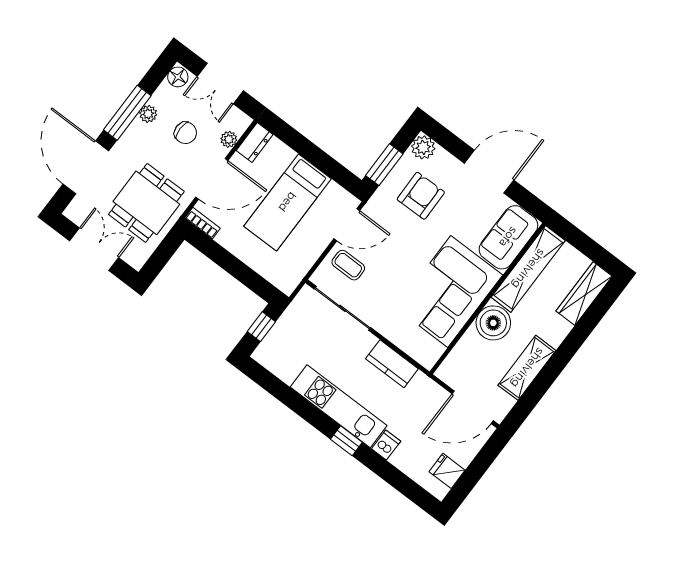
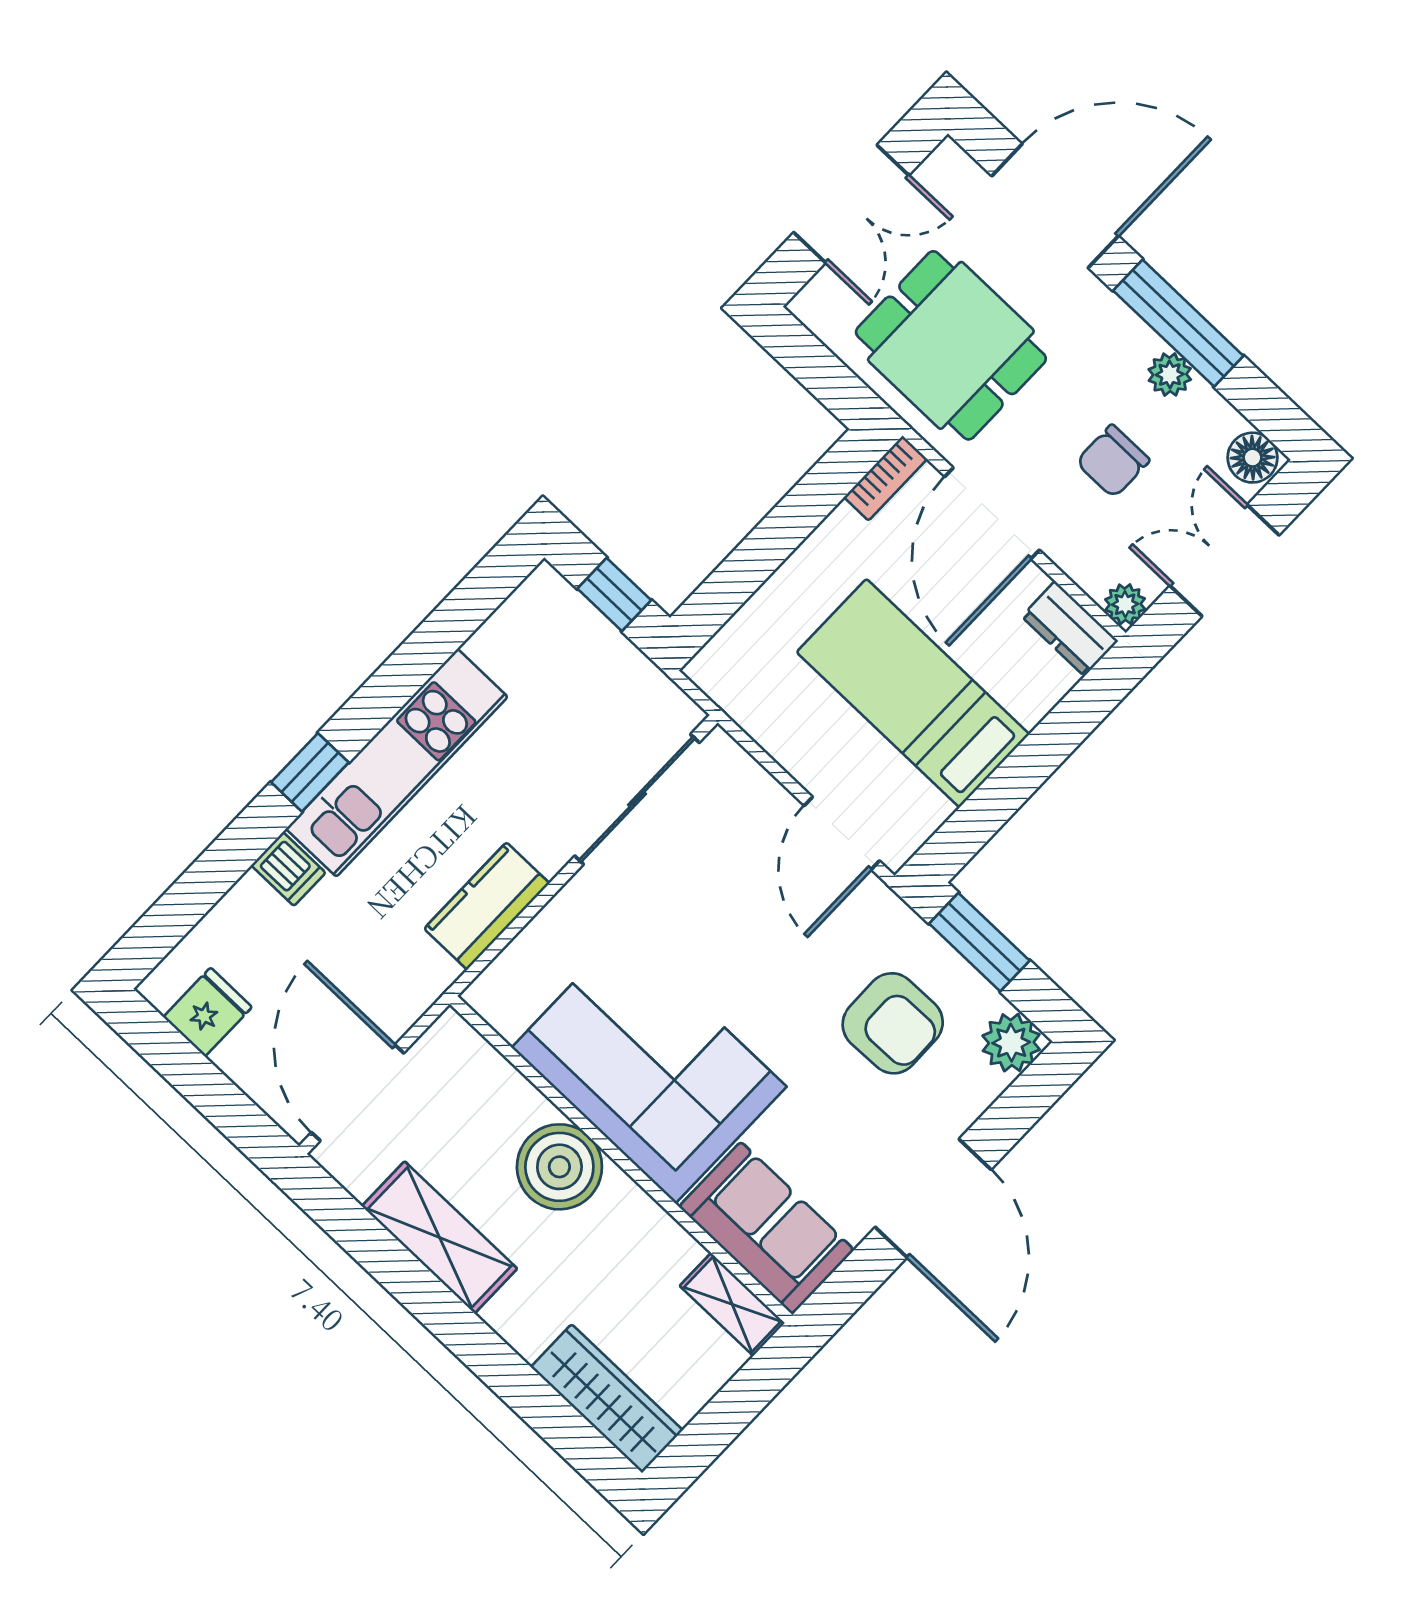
plant: (229, 139) -> (1125, 604), moved
coffee table: (348, 265) -> (742, 826), removed
shelving: (528, 269) -> (732, 1304), width x0.45, depth x0.75

